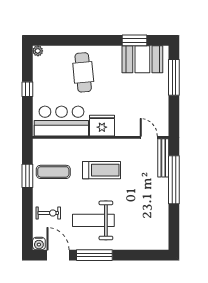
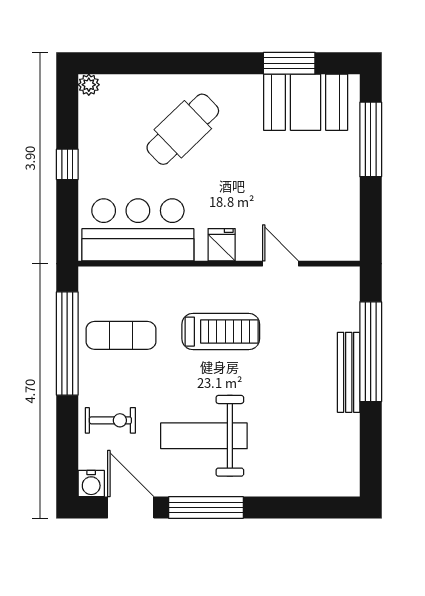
cafe table: (83, 72) -> (183, 129), turned 51
fridge: (102, 126) -> (222, 245), width x0.53, depth x0.75
door: (149, 137) -> (281, 264), moved
bench: (163, 158) -> (349, 372), moved
window: (27, 176) -> (67, 344), width x2.11

